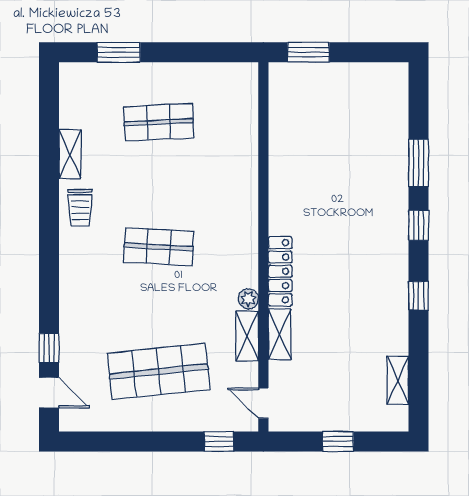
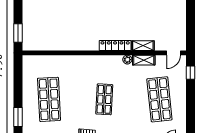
shop shelf: (159, 122) -> (49, 99), width x1.43, depth x1.36
window: (338, 441) -> (190, 20), removed

